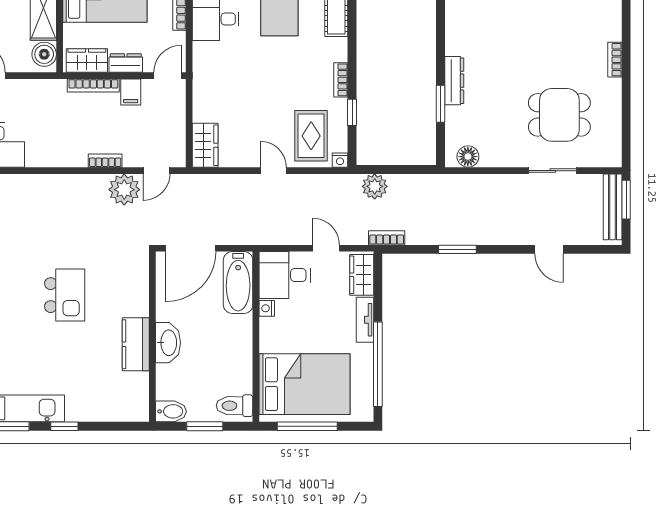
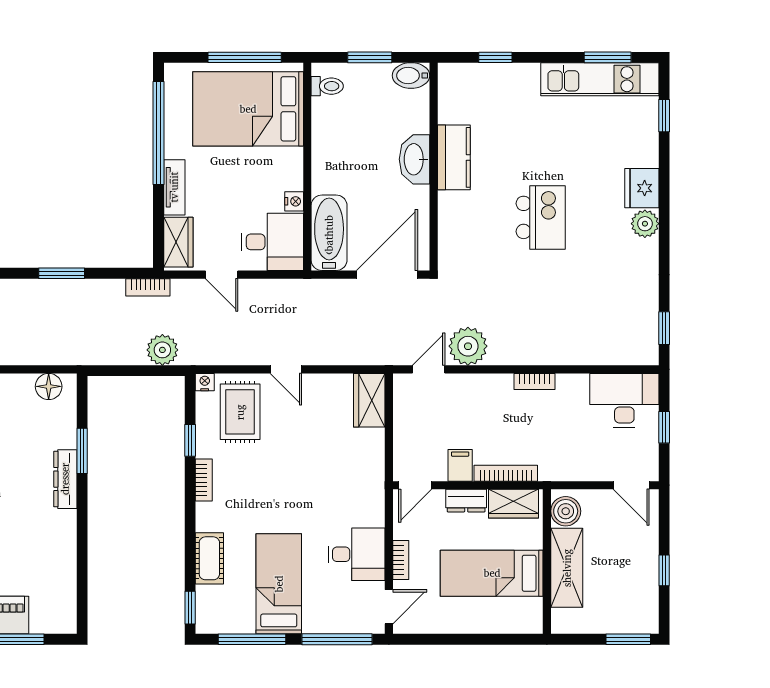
bookcase: (105, 161) -> (535, 381), moved
kitchen island: (65, 295) -> (541, 217), turned 180
toilet: (235, 406) -> (327, 86), width x0.73, depth x0.72
window: (64, 426) -> (495, 57), moved

